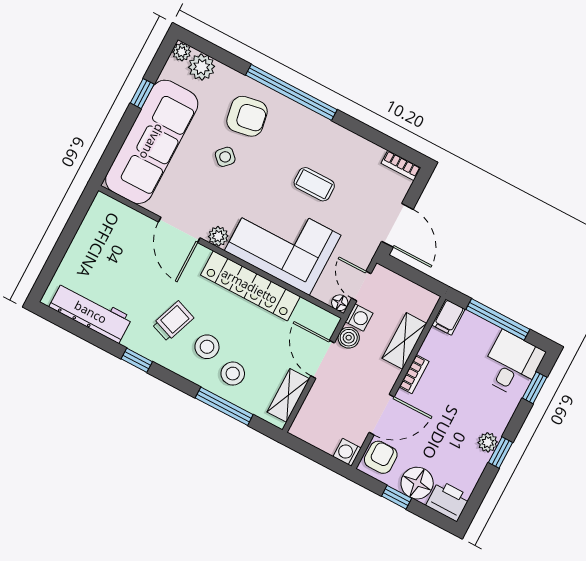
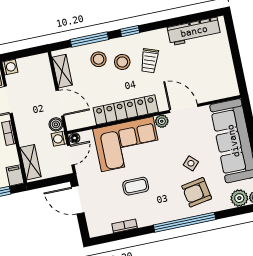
bookcase: (401, 165) -> (125, 226), moved
door: (361, 286) -> (71, 155), hinge flipped
shelving: (404, 341) -> (30, 162), moved
window: (137, 360) -> (130, 31), moved

